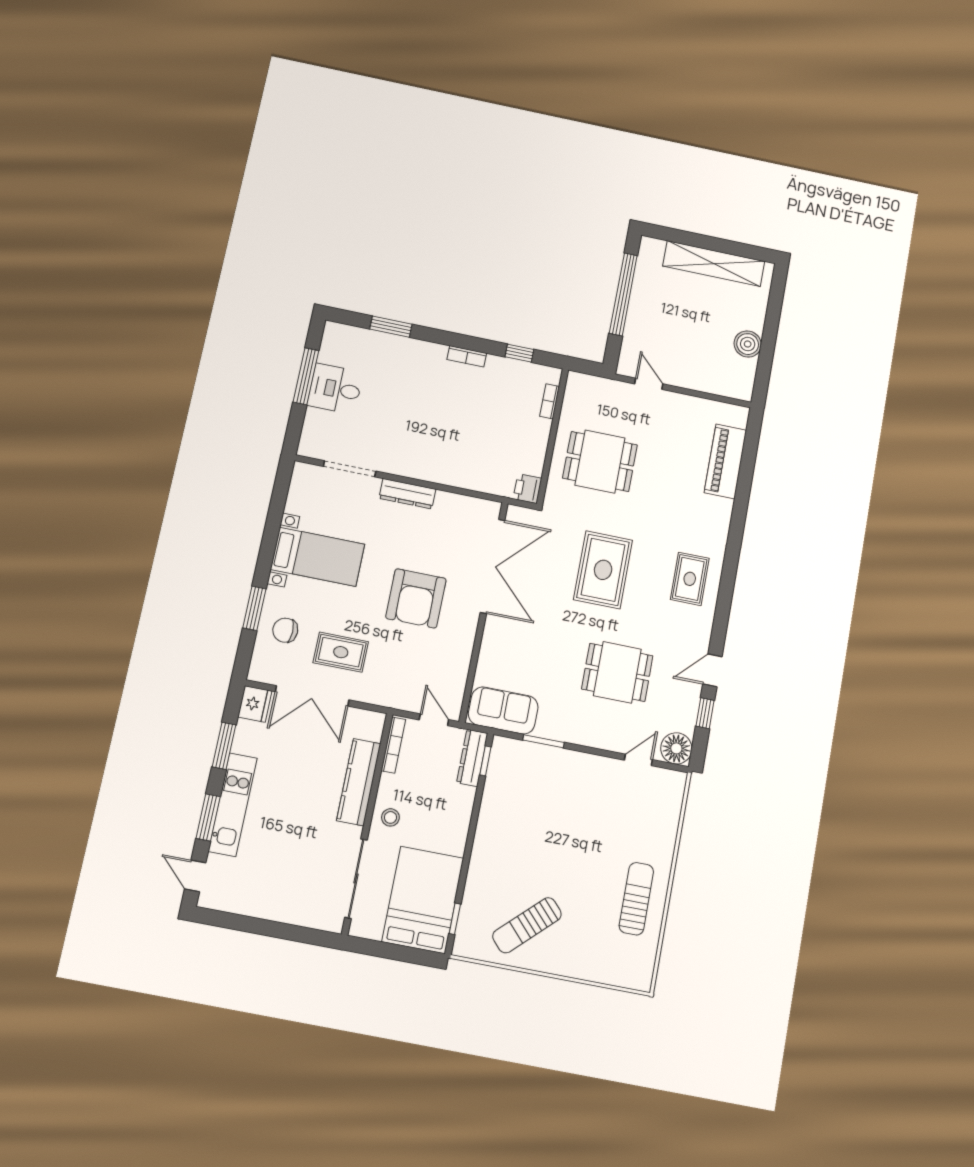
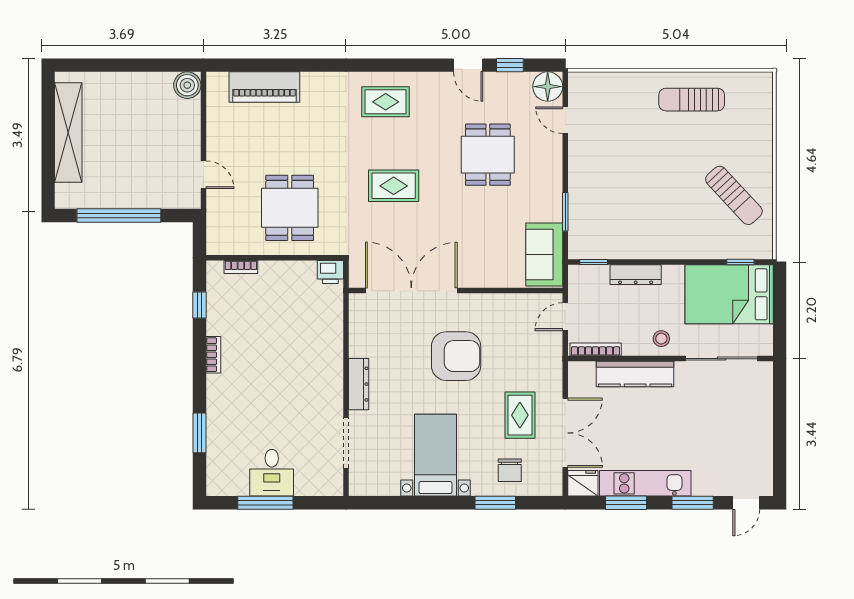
boiler: (748, 344) -> (187, 85), moved
door: (649, 384) -> (203, 175), swing flipped
rug: (603, 570) -> (394, 186), width x0.73, depth x0.70
dresser: (472, 758) -> (636, 275), moved
kitchen unit: (233, 805) -> (645, 483), moved

